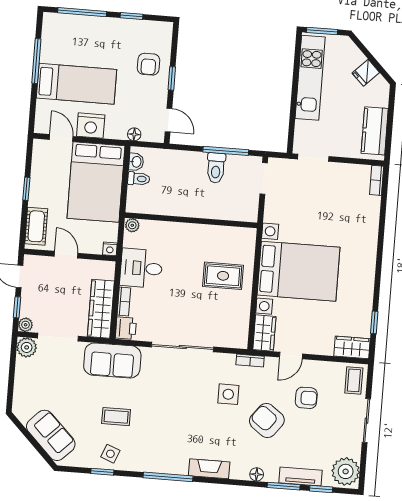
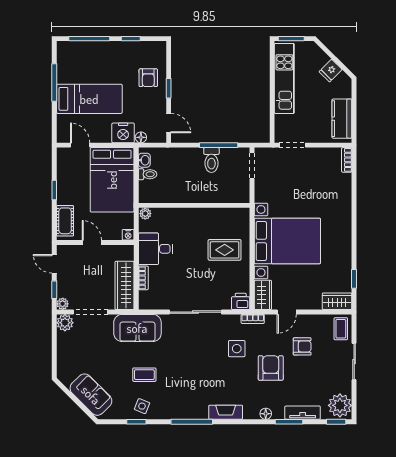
nightstand: (91, 126) -> (123, 133), moved
printer: (126, 328) -> (241, 301), moved, turned -90
armchair: (267, 420) -> (271, 368), turned 53
window: (321, 489) -> (336, 422), moved

